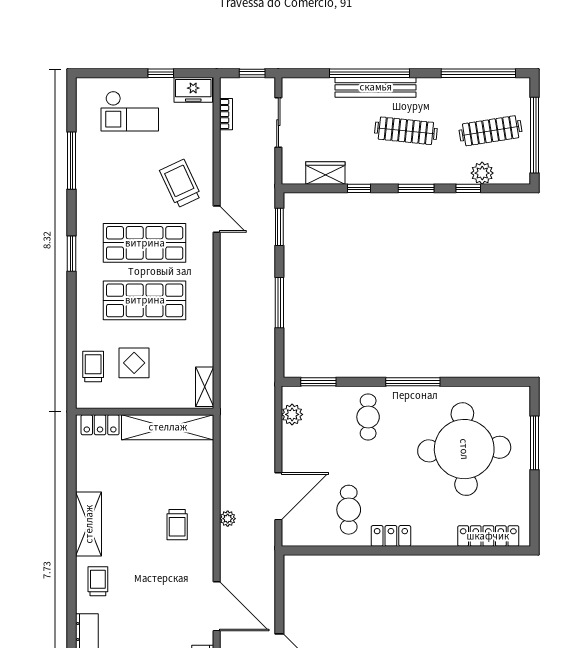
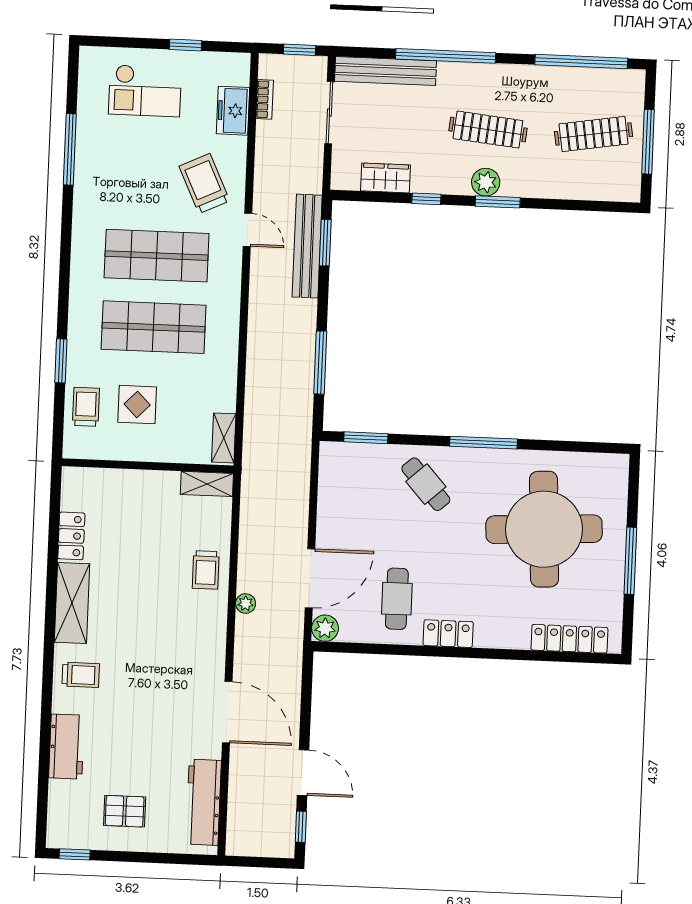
bench: (376, 87) -> (386, 71), moved
freezer: (193, 90) -> (233, 111), moved, turned 90
window: (535, 135) -> (648, 142), width x0.68
plant: (482, 173) -> (486, 182), moved
window: (468, 188) -> (563, 205), removed
bench: (265, 230) -> (307, 246), added
window: (72, 254) -> (61, 361), moved
window: (279, 303) -> (320, 363), moved
plant: (292, 414) -> (325, 628), moved
cafe table: (368, 417) -> (426, 484), turned -42
locker: (100, 425) -> (71, 536), moved, turned -90
shelving: (168, 427) -> (207, 484), width x0.45, depth x0.75
window: (535, 443) -> (630, 561), moved
trolley: (177, 525) -> (206, 570), moved
trolley: (98, 581) -> (81, 675), turned 90

